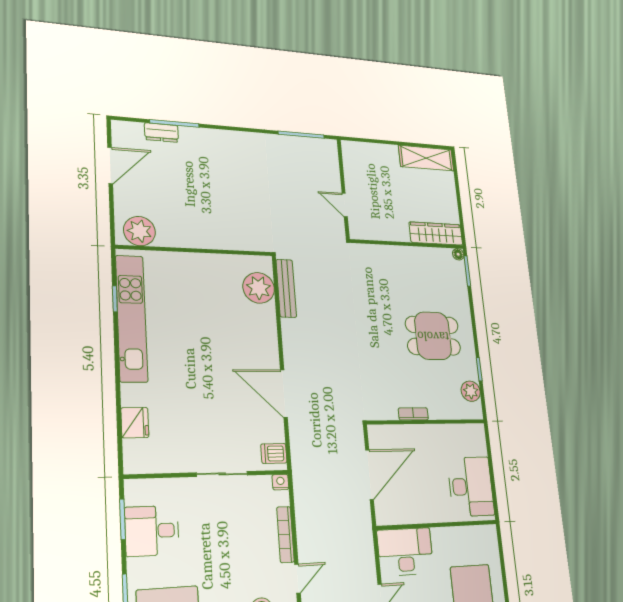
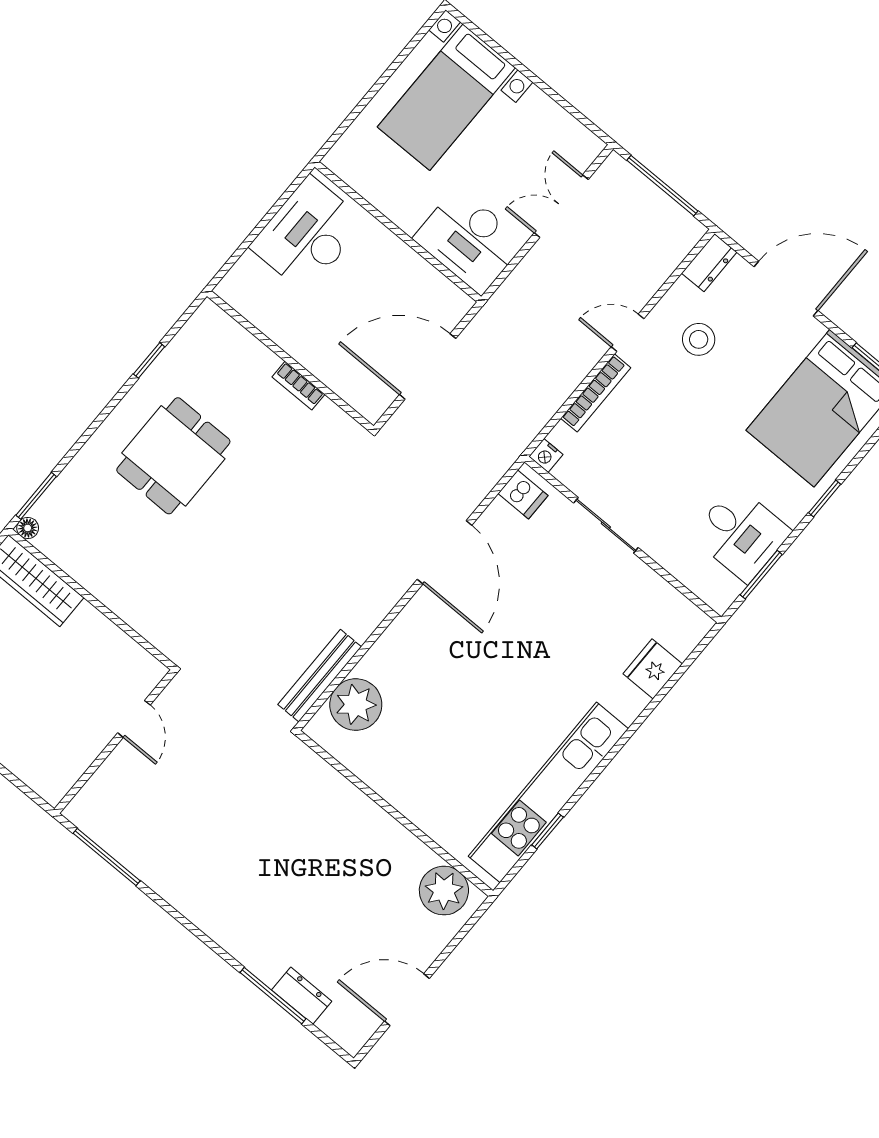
dining table: (433, 336) -> (173, 456), turned 90
plant: (471, 391) -> (189, 345), removed

